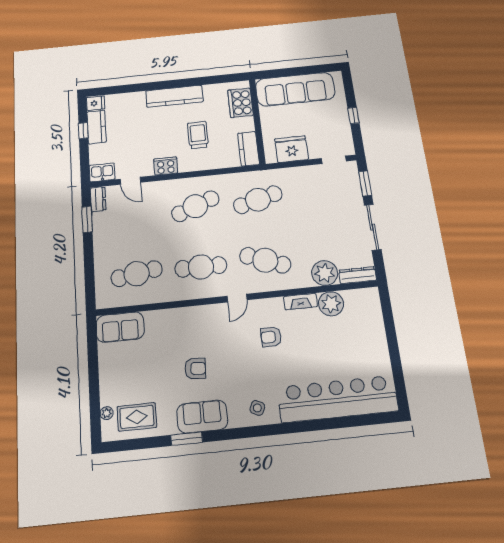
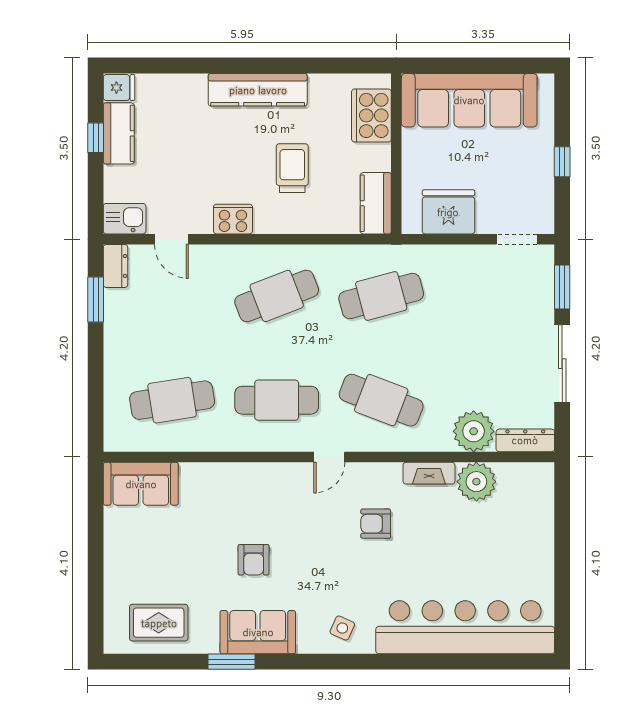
armchair: (195, 368) -> (254, 560), turned 86
plant: (107, 413) -> (113, 612), removed

